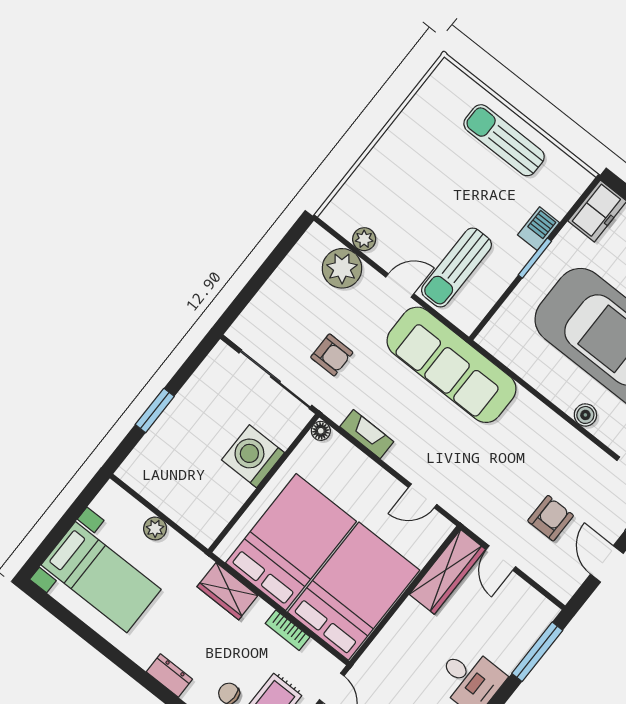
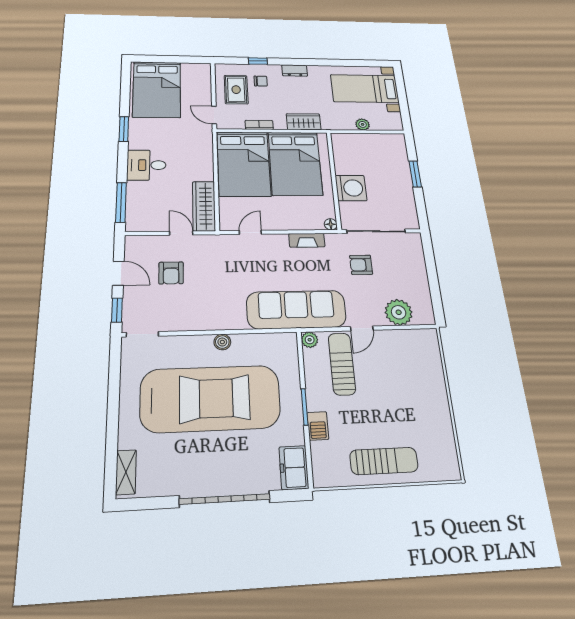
plant: (364, 239) -> (310, 340), moved
boiler: (585, 415) -> (222, 342), moved

